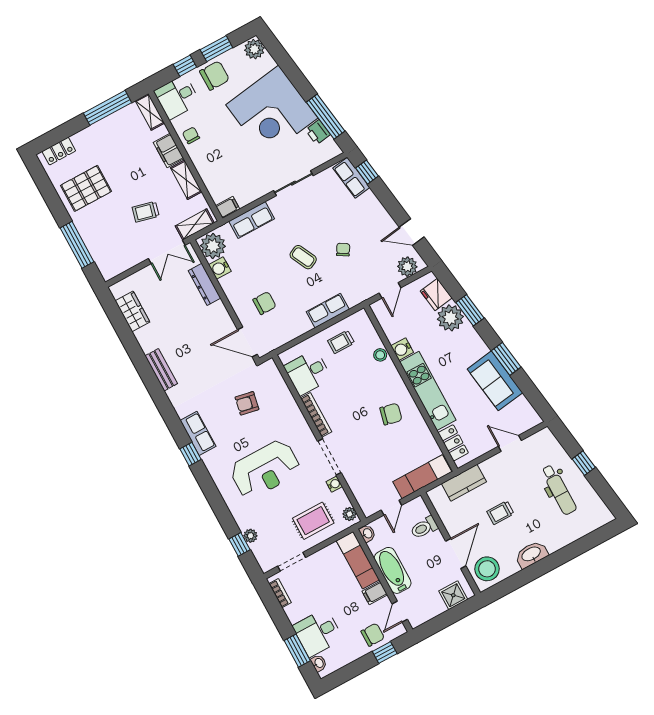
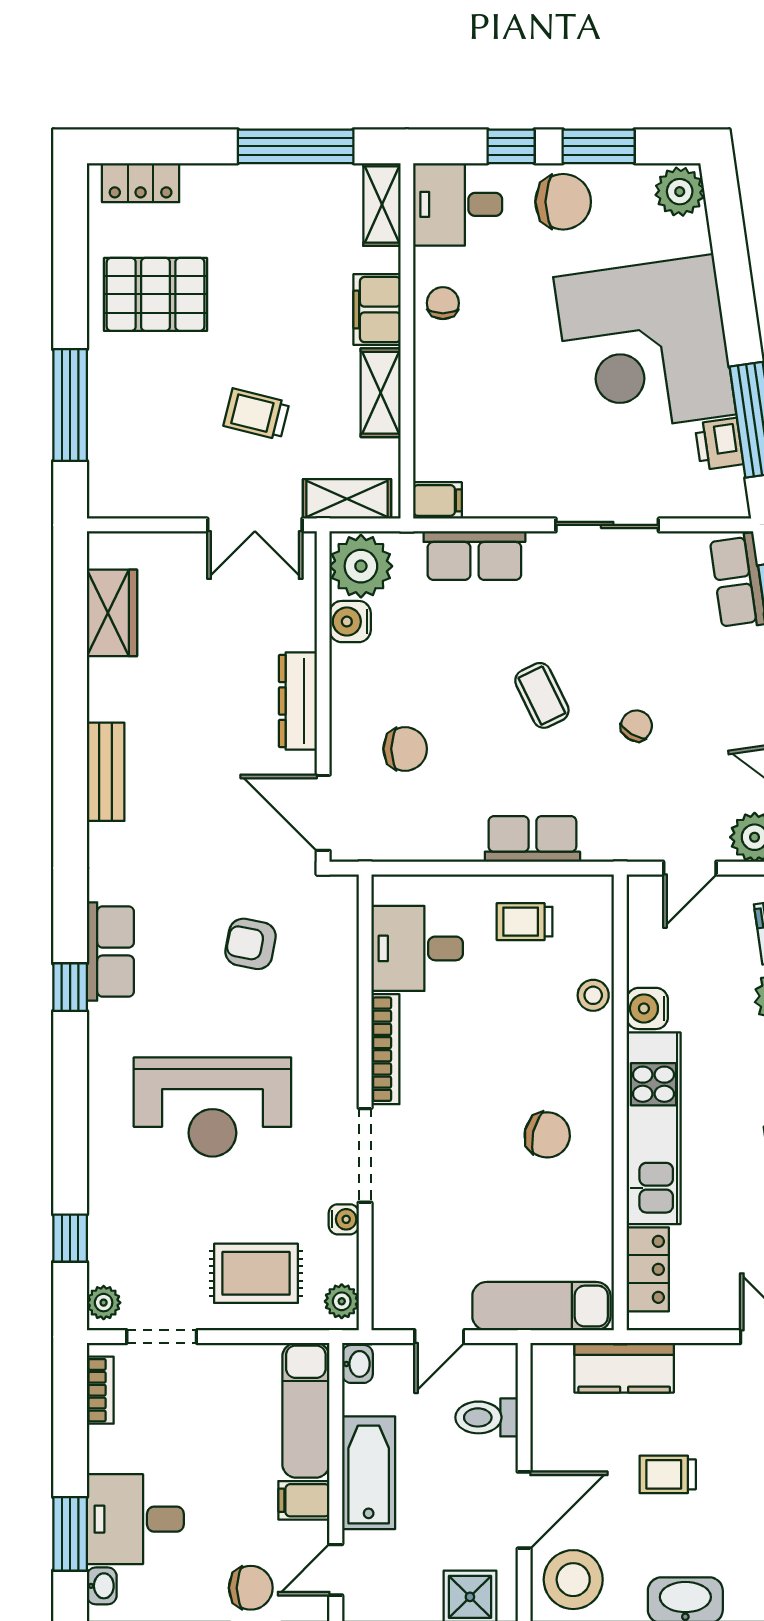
dresser: (204, 284) -> (298, 701), moved
plant: (250, 536) -> (104, 1303), moved

